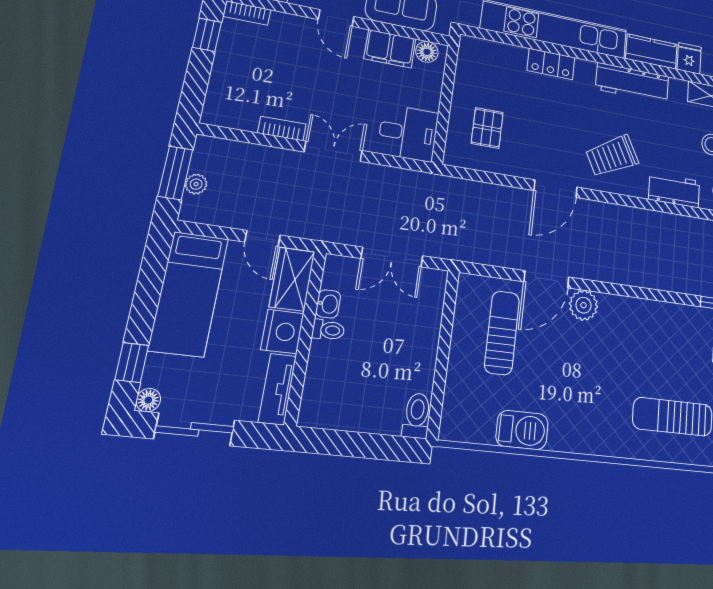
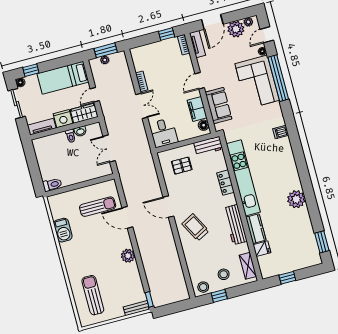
workbench: (674, 190) -> (208, 146), moved, turned 90
plant: (583, 305) -> (128, 256), moved

